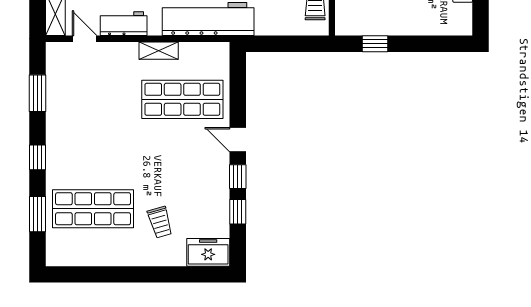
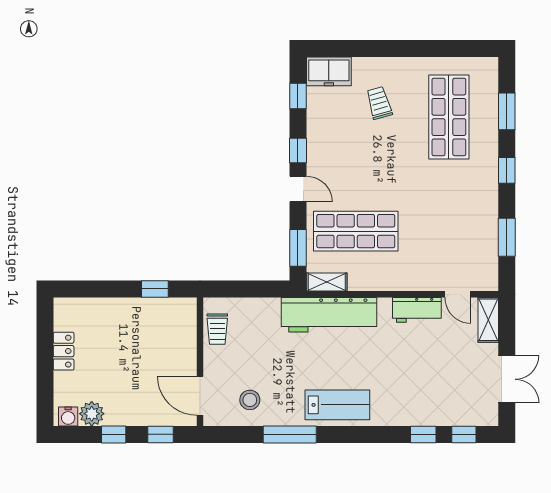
shelving: (159, 51) -> (327, 282), moved
window: (238, 83) -> (298, 248), added
shop shelf: (93, 209) -> (449, 117), turned 90
window: (238, 212) -> (298, 96), moved

